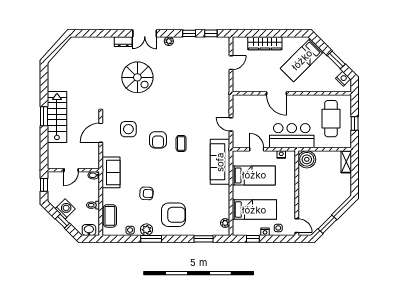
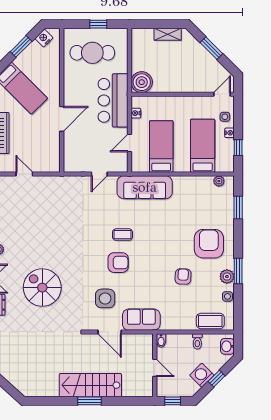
spiral stairs: (137, 77) -> (42, 288), turned -90
shelving: (346, 162) -> (168, 34), moved
sofa: (111, 172) -> (141, 320), moved
window: (327, 224) -> (211, 48), moved

